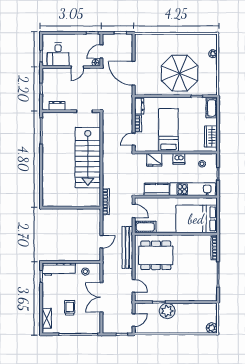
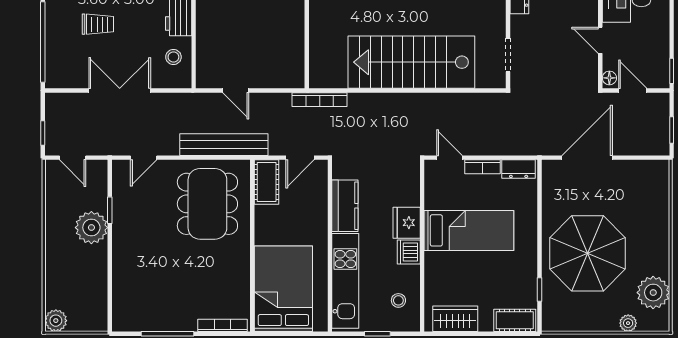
plant: (198, 42) -> (653, 293), added
fridge: (154, 160) -> (407, 223), moved

